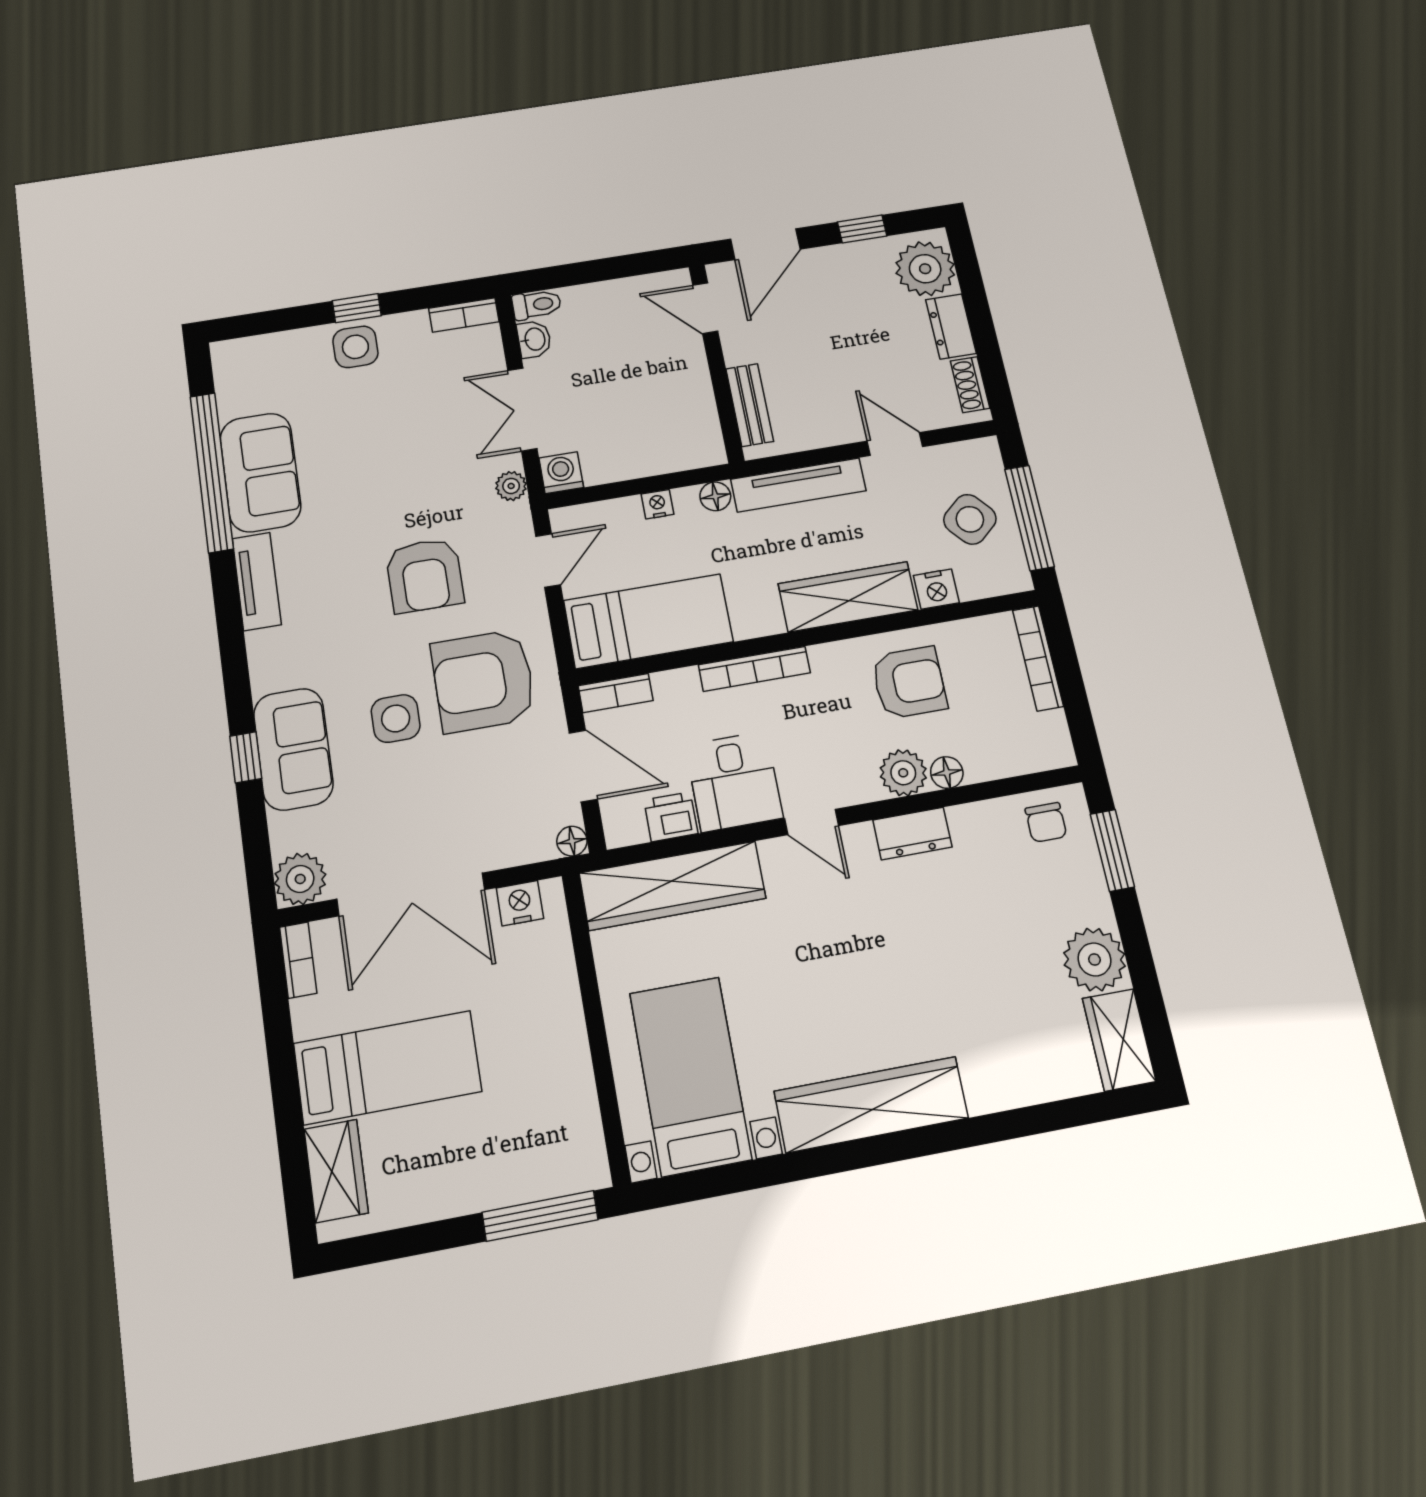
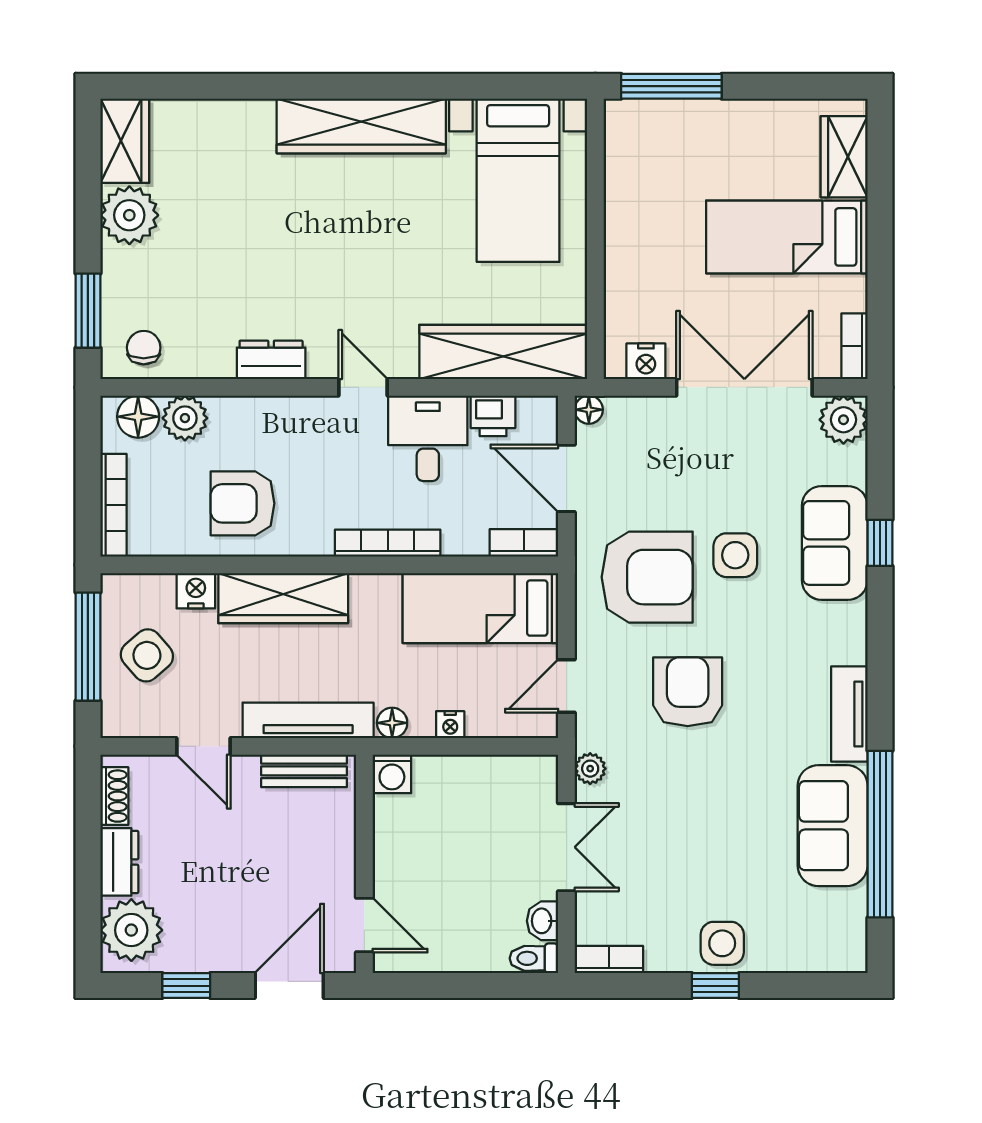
bench: (750, 405) -> (304, 771), moved, turned 90
washing machine: (561, 473) -> (392, 774), moved
floor lamp: (947, 772) -> (138, 417), moved, width x1.37, depth x1.37
plant: (903, 773) -> (185, 418), moved

